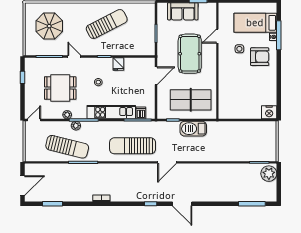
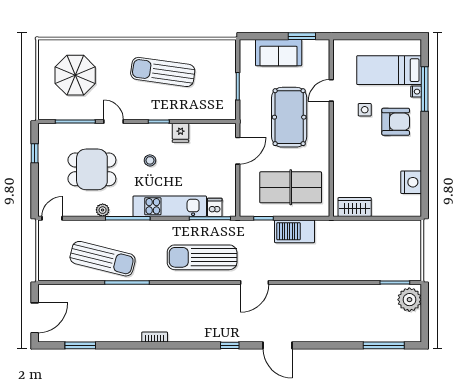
sun lounger: (107, 24) -> (163, 72), turned -145
nightstand: (269, 112) -> (411, 182), moved, turned -90
wardrobe: (233, 113) -> (355, 207), added
plant: (76, 126) -> (116, 227), removed

